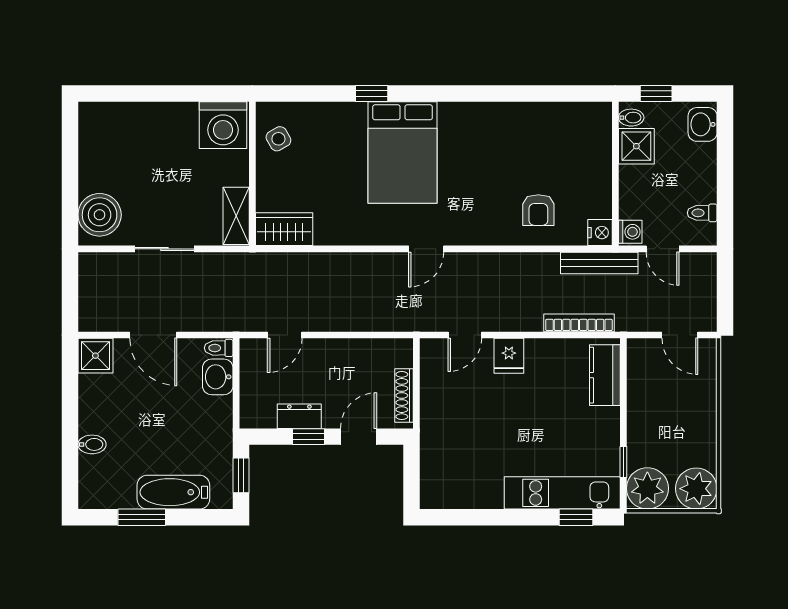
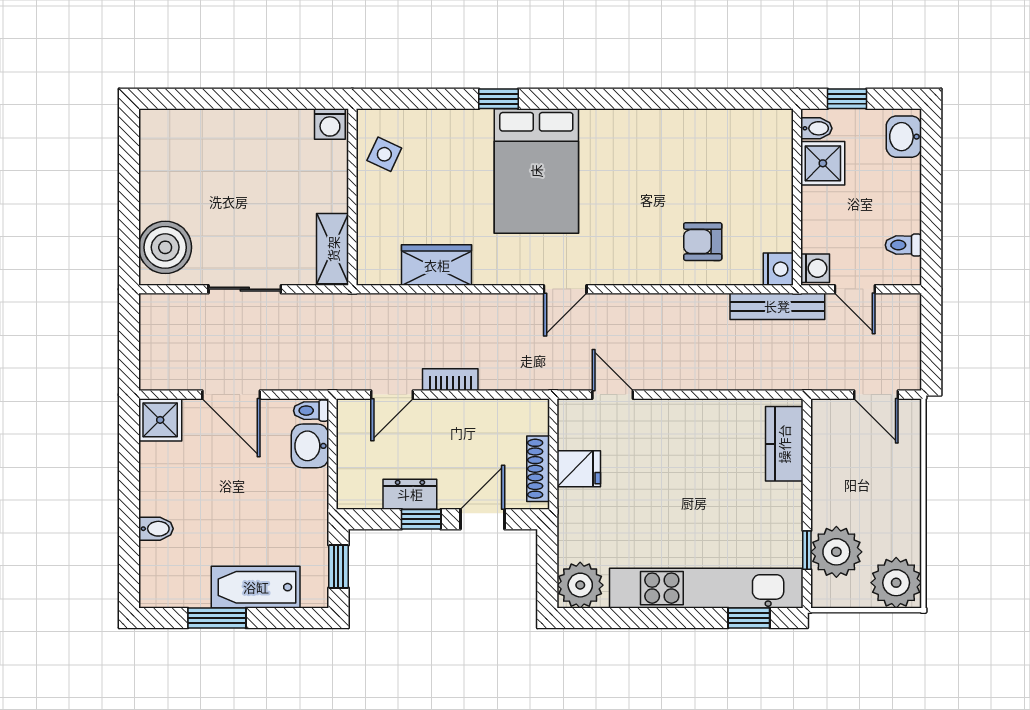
washing machine: (223, 125) -> (330, 124), width x0.53, depth x0.53
side table: (278, 139) -> (384, 154), turned -35
armchair: (538, 210) -> (703, 242), turned 90
wardrobe: (284, 229) -> (437, 265), moved
bookcase: (579, 323) -> (450, 380), moved, width x0.64
door: (465, 335) -> (613, 395), swing flipped
fridge: (509, 356) -> (579, 469), moved, turned -90
plant: (647, 488) -> (836, 552), moved
plant: (438, 490) -> (580, 585), added
kitchen unit: (562, 493) -> (706, 588), width x1.36

